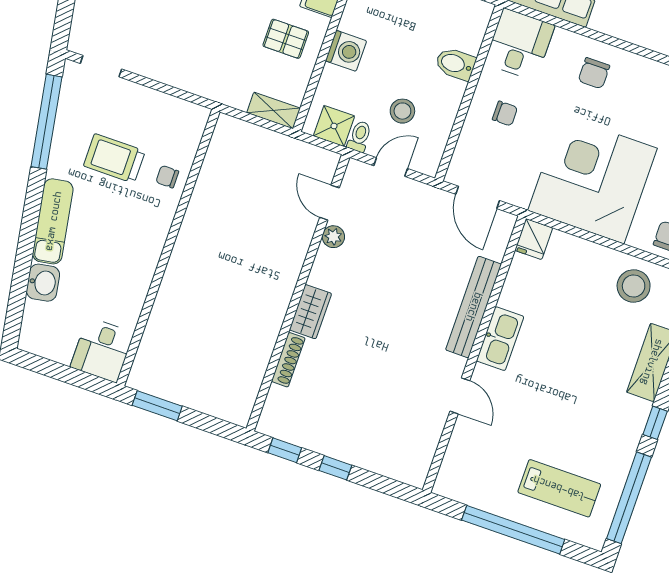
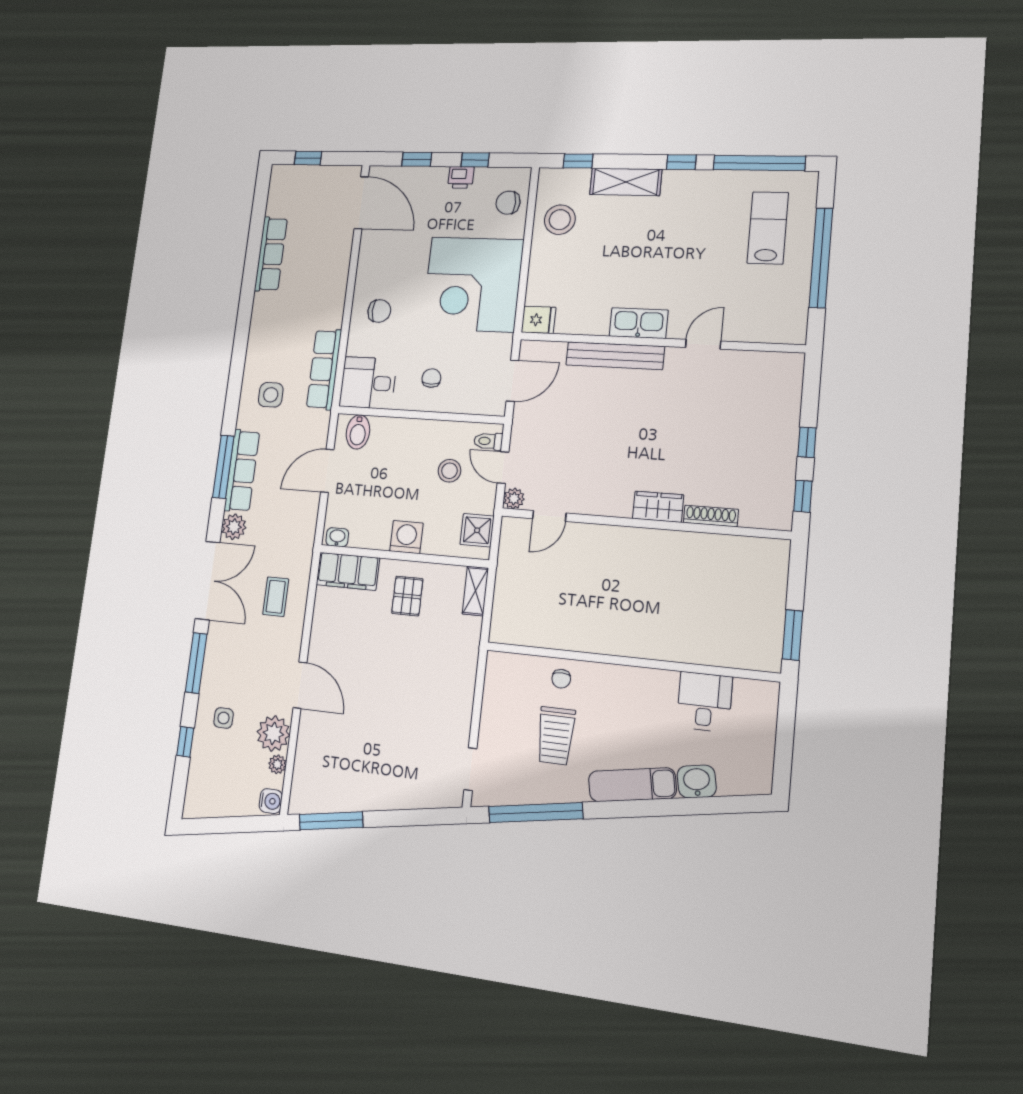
bidet: (455, 64) -> (358, 432), moved
toilet: (359, 136) -> (488, 441), moved
plant: (333, 237) -> (514, 499), moved
desk: (102, 350) -> (704, 702), moved, turned -90

